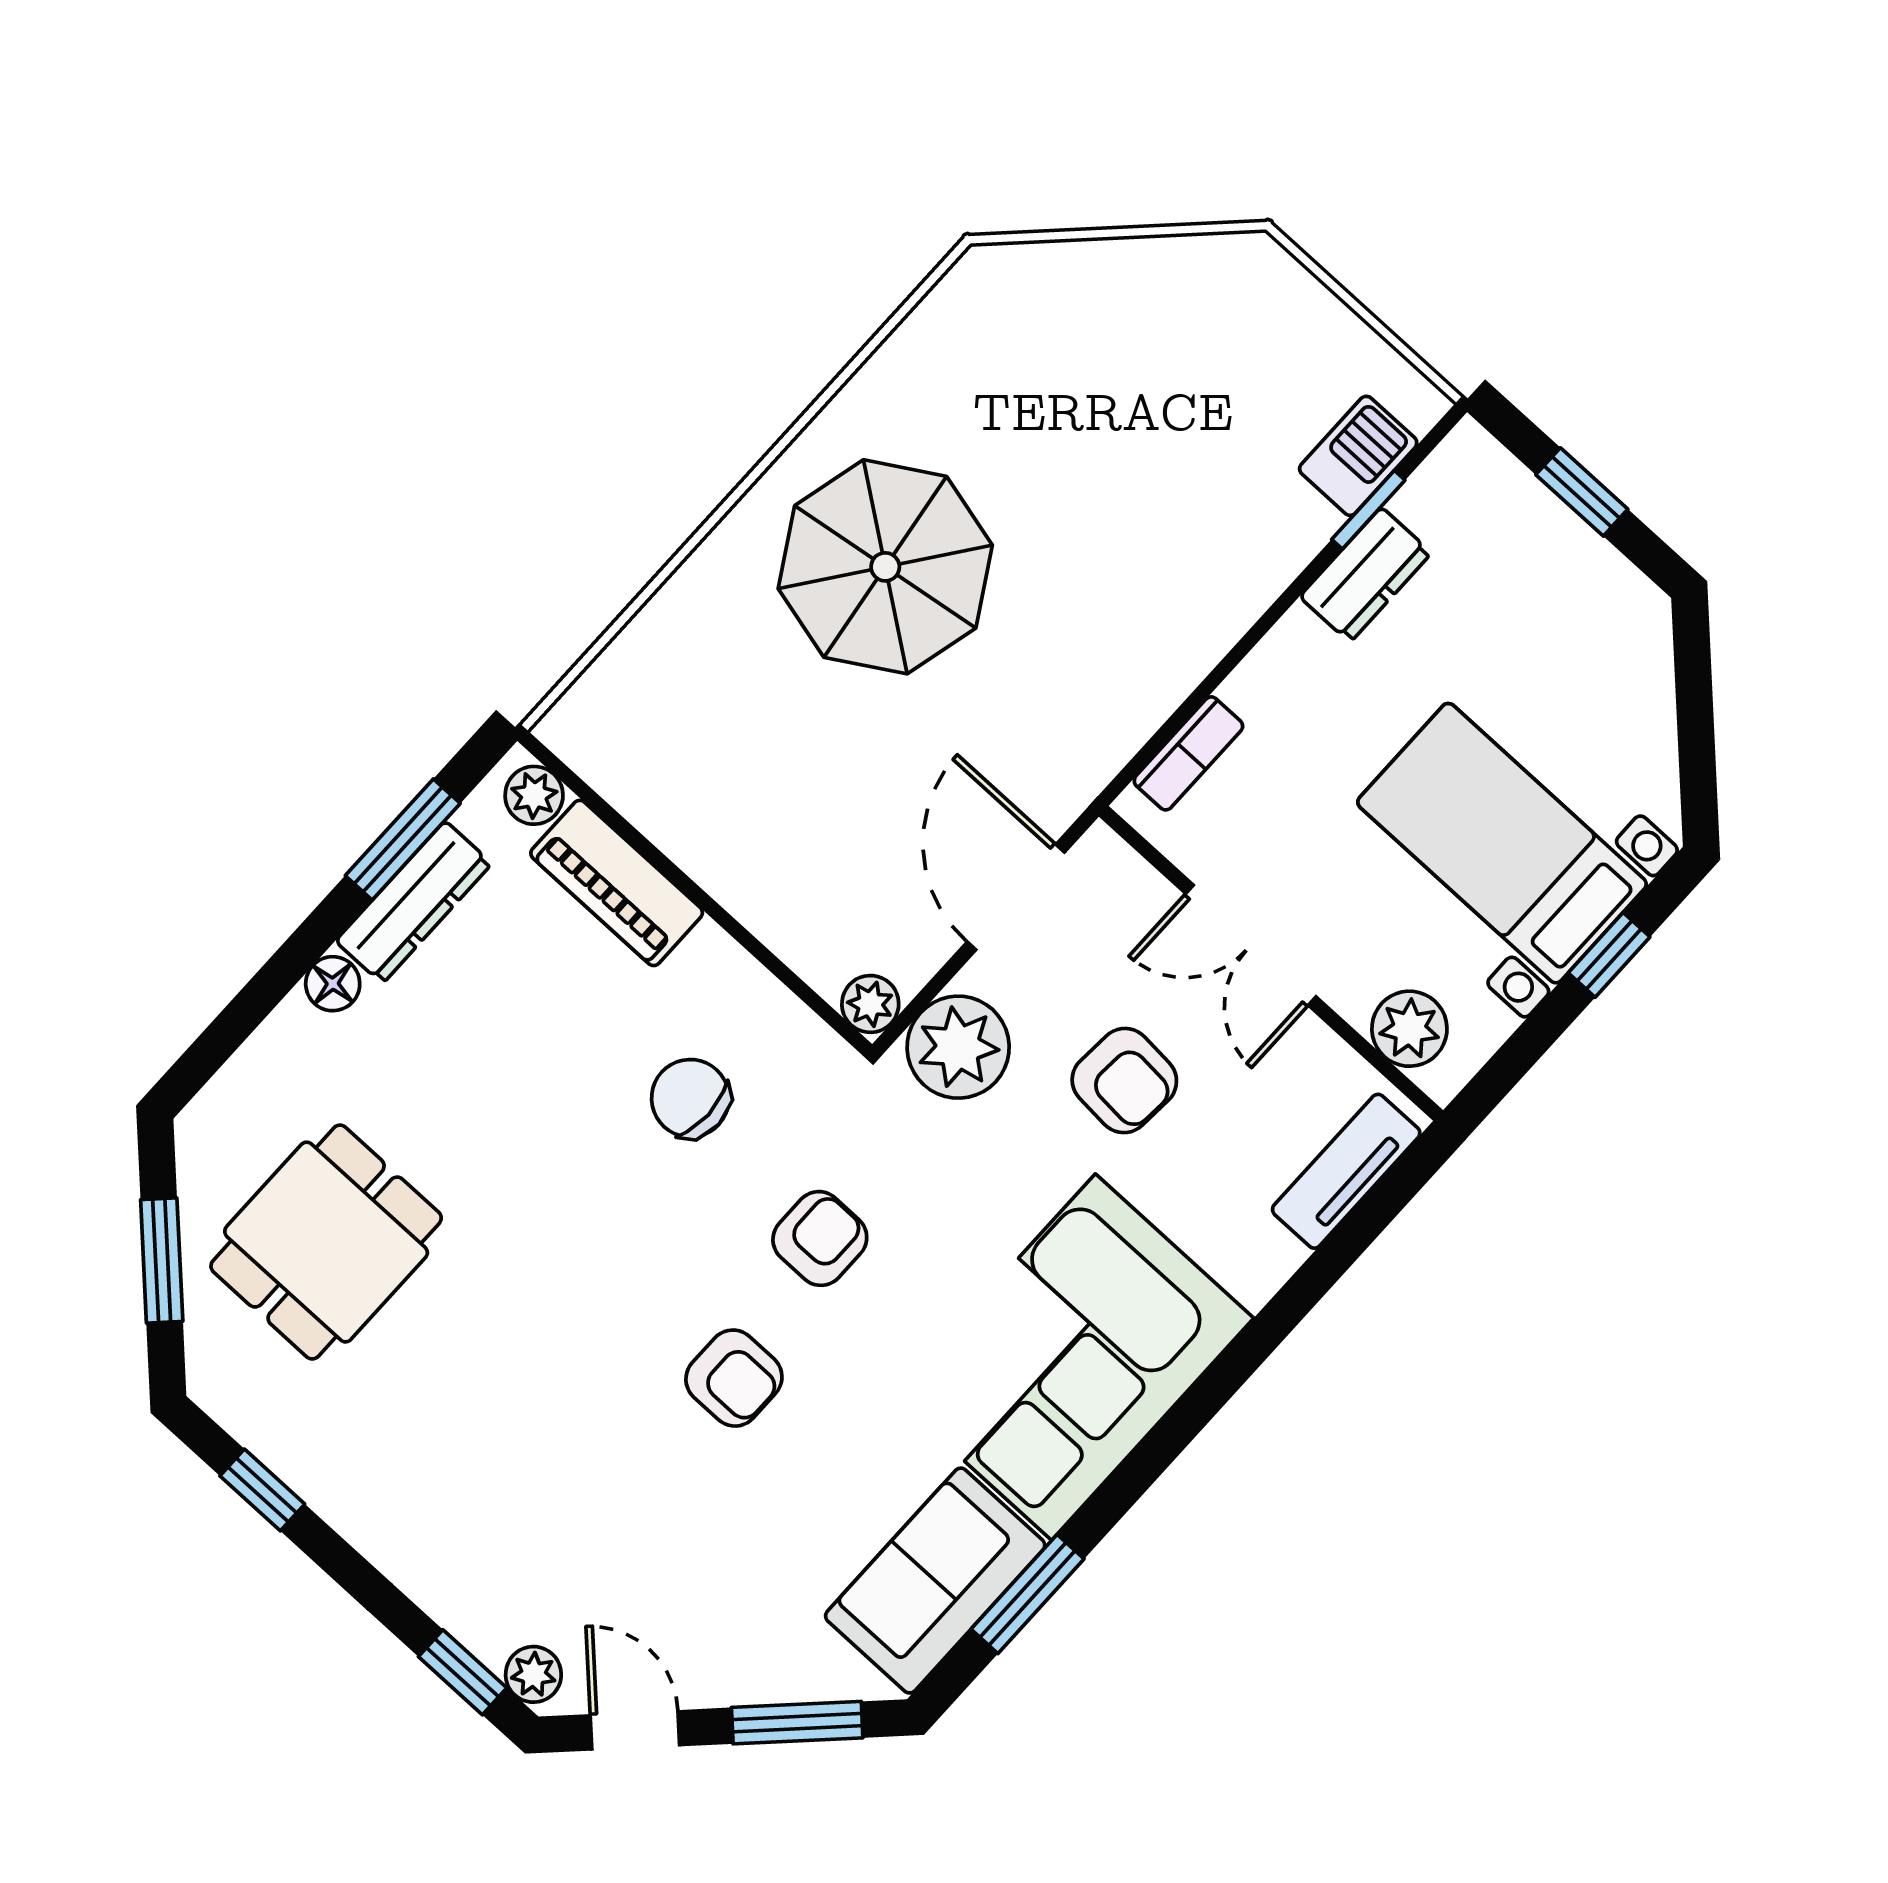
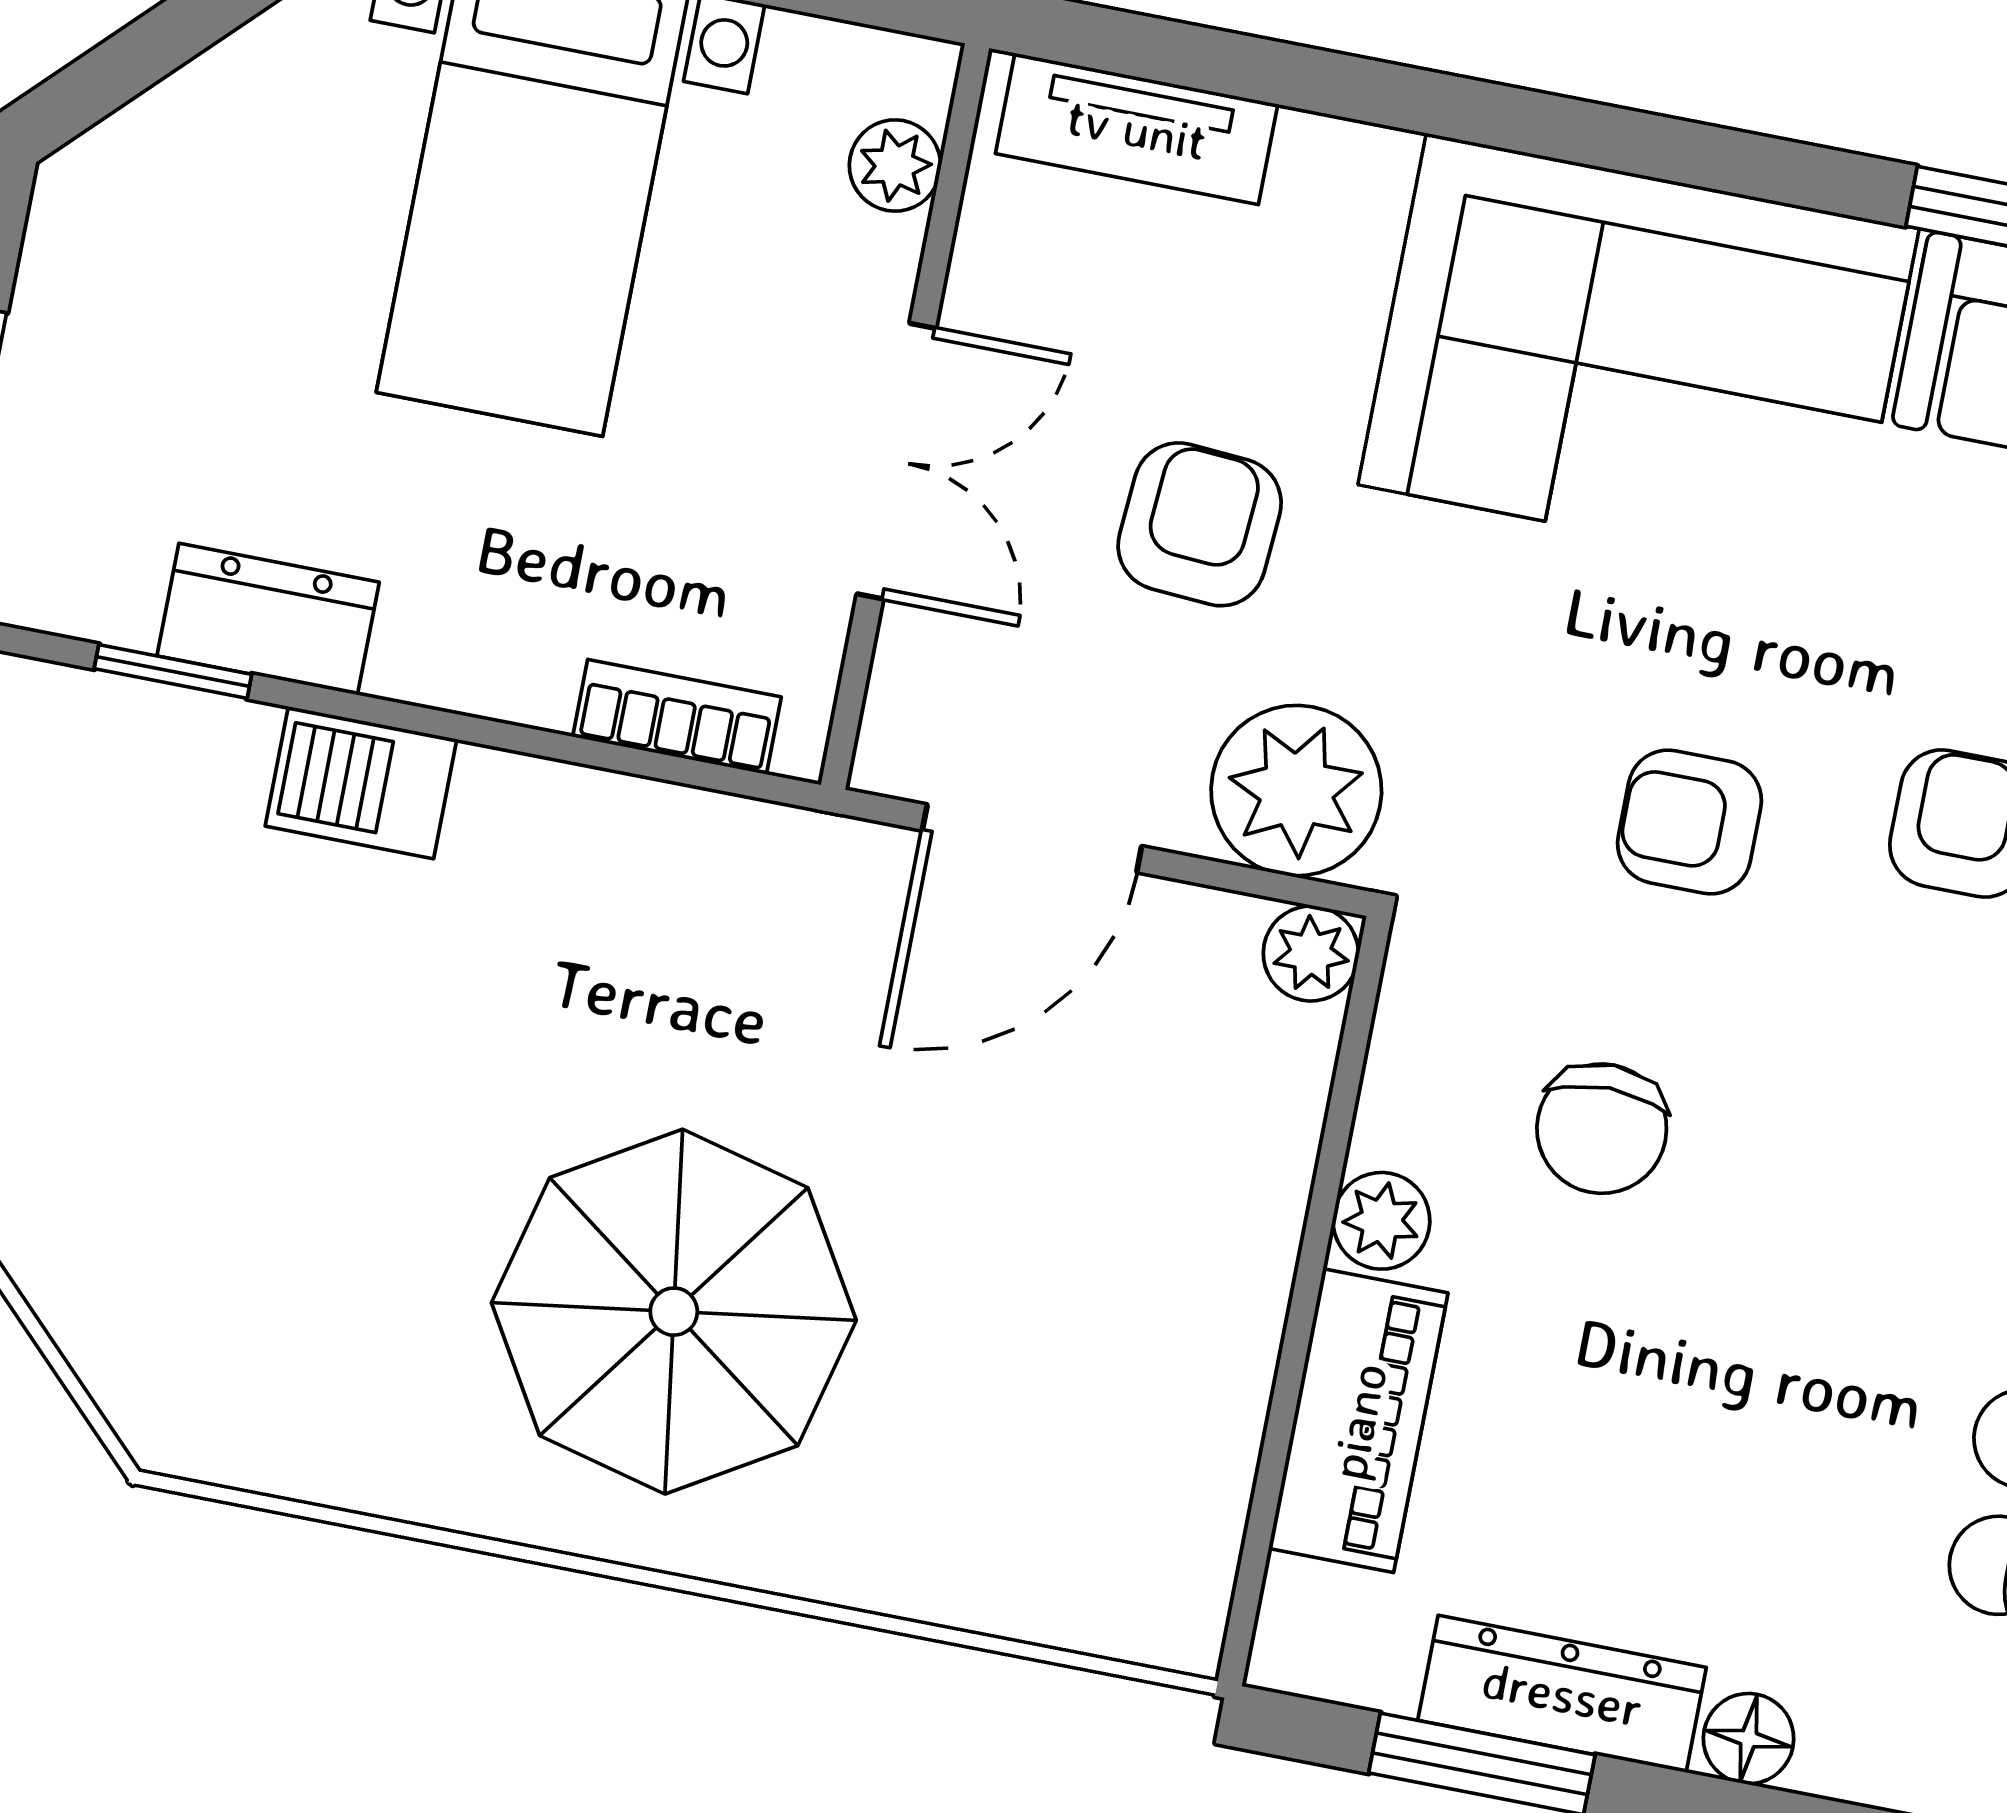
barbecue: (1358, 456) -> (361, 783), moved
plant: (534, 795) -> (1381, 1221), moved
plant: (1409, 1029) -> (895, 165), width x0.73, depth x0.73

